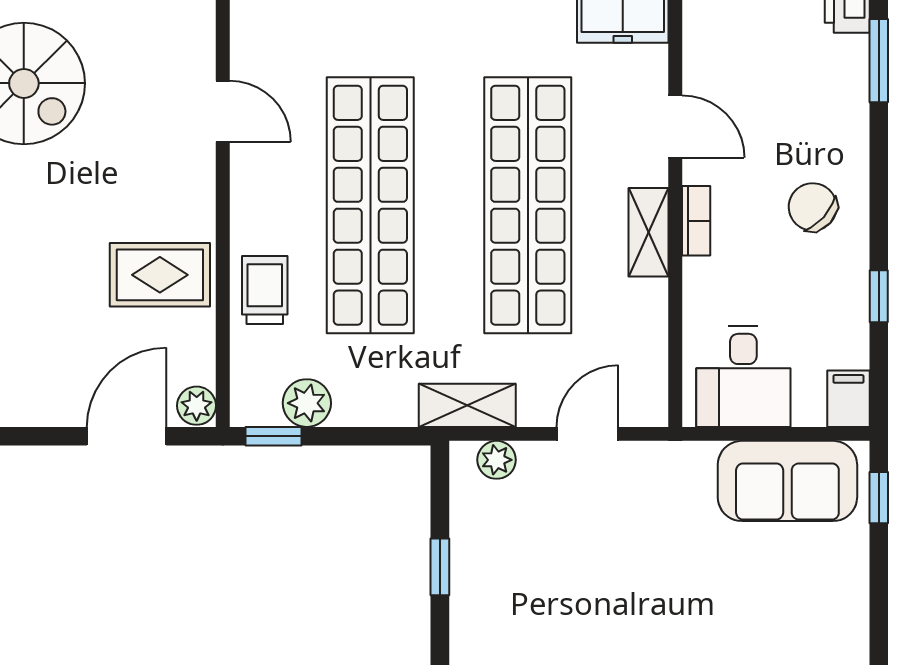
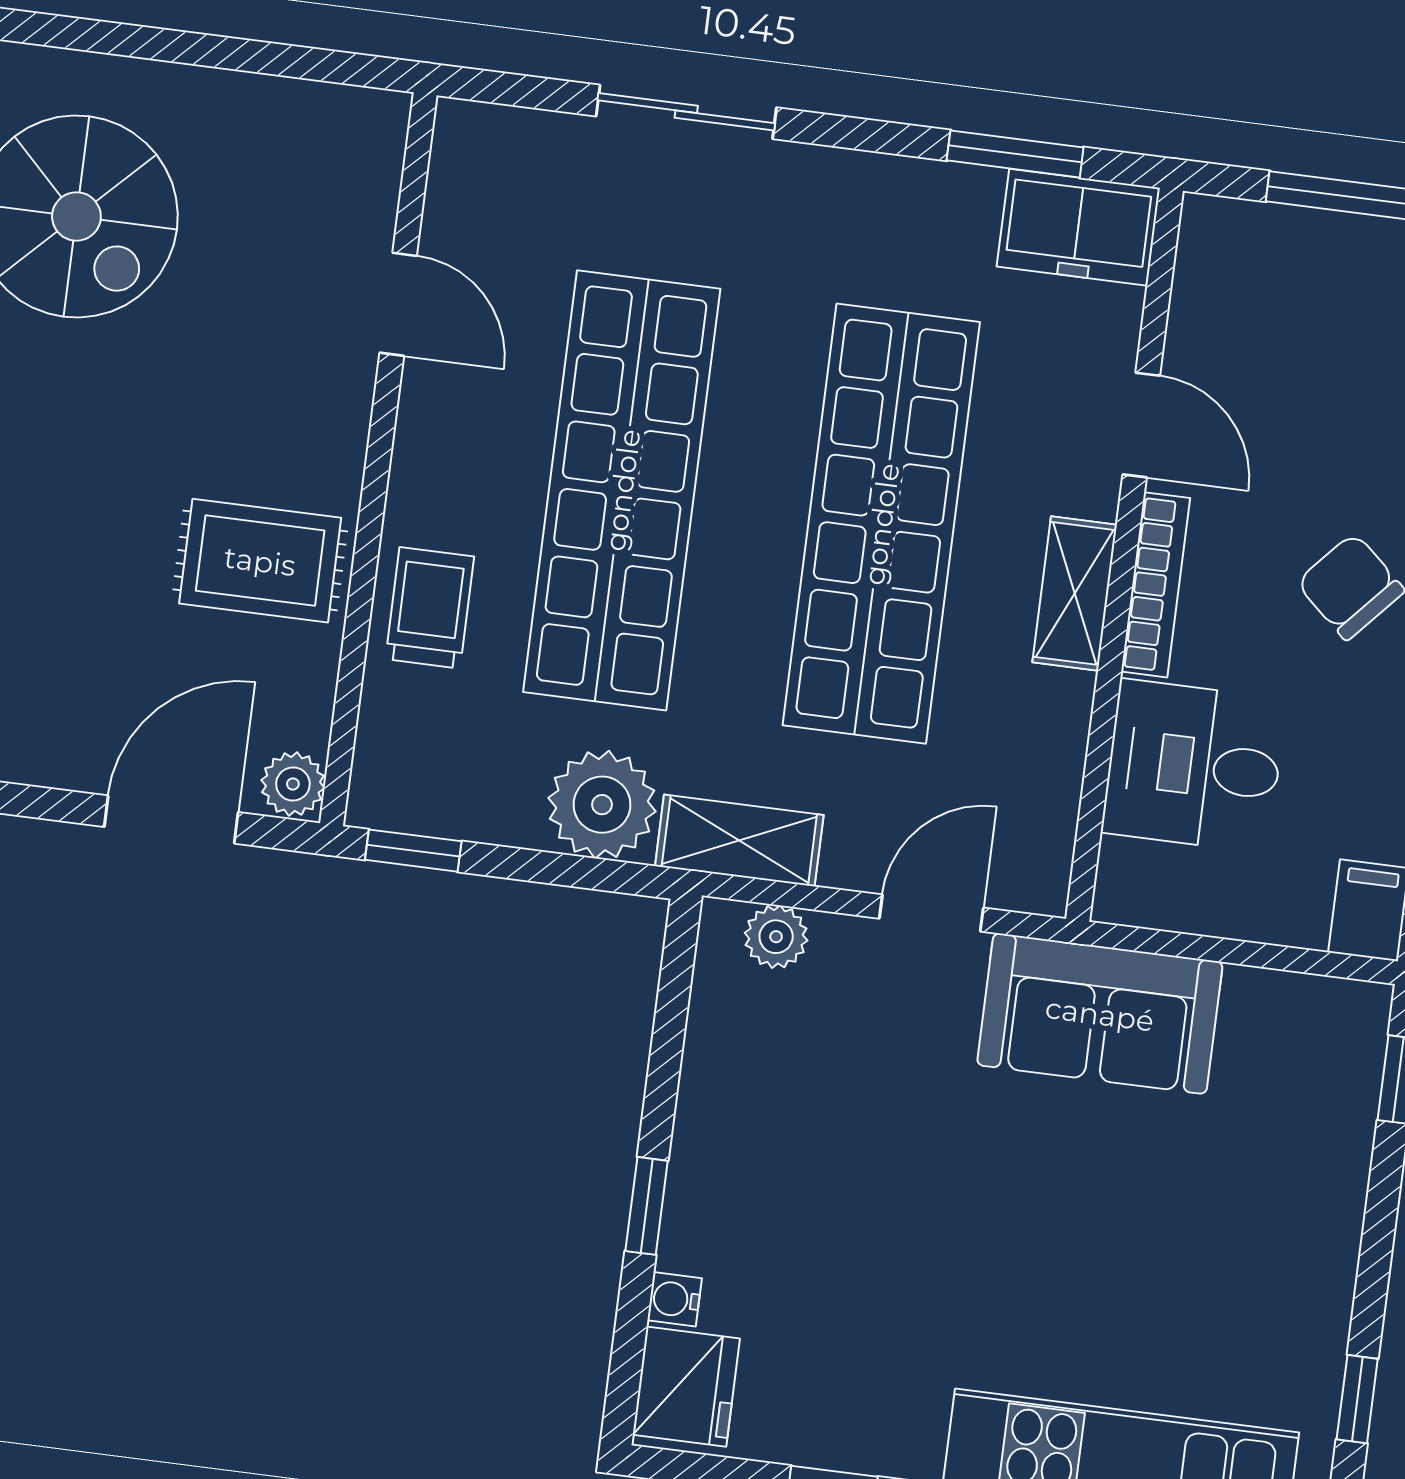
bookcase: (696, 221) -> (1156, 585), width x1.56
desk: (743, 376) -> (1194, 766), moved, turned 90
plant: (307, 403) -> (602, 805), moved, width x1.36, depth x1.36
sofa: (787, 481) -> (1100, 1014), moved
window: (440, 567) -> (647, 1206), moved

